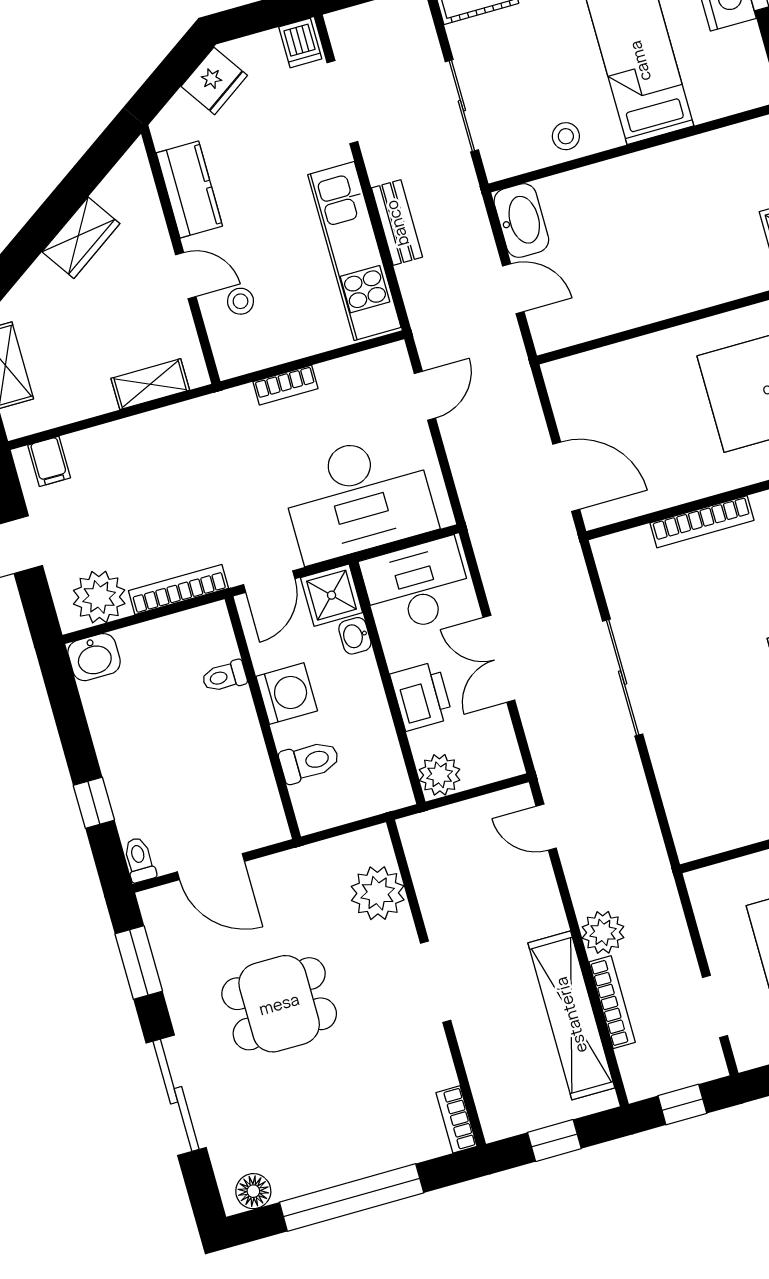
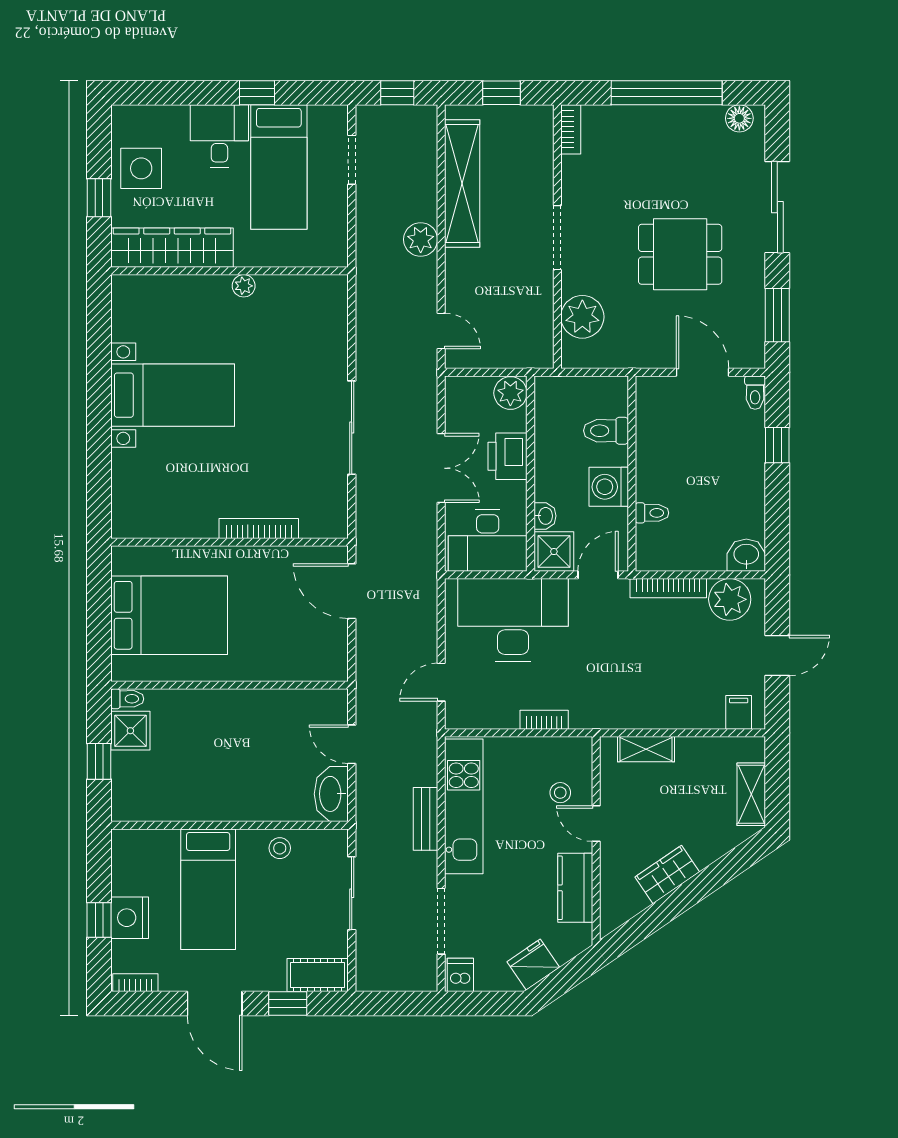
bookcase: (612, 1002) -> (429, 185), removed

